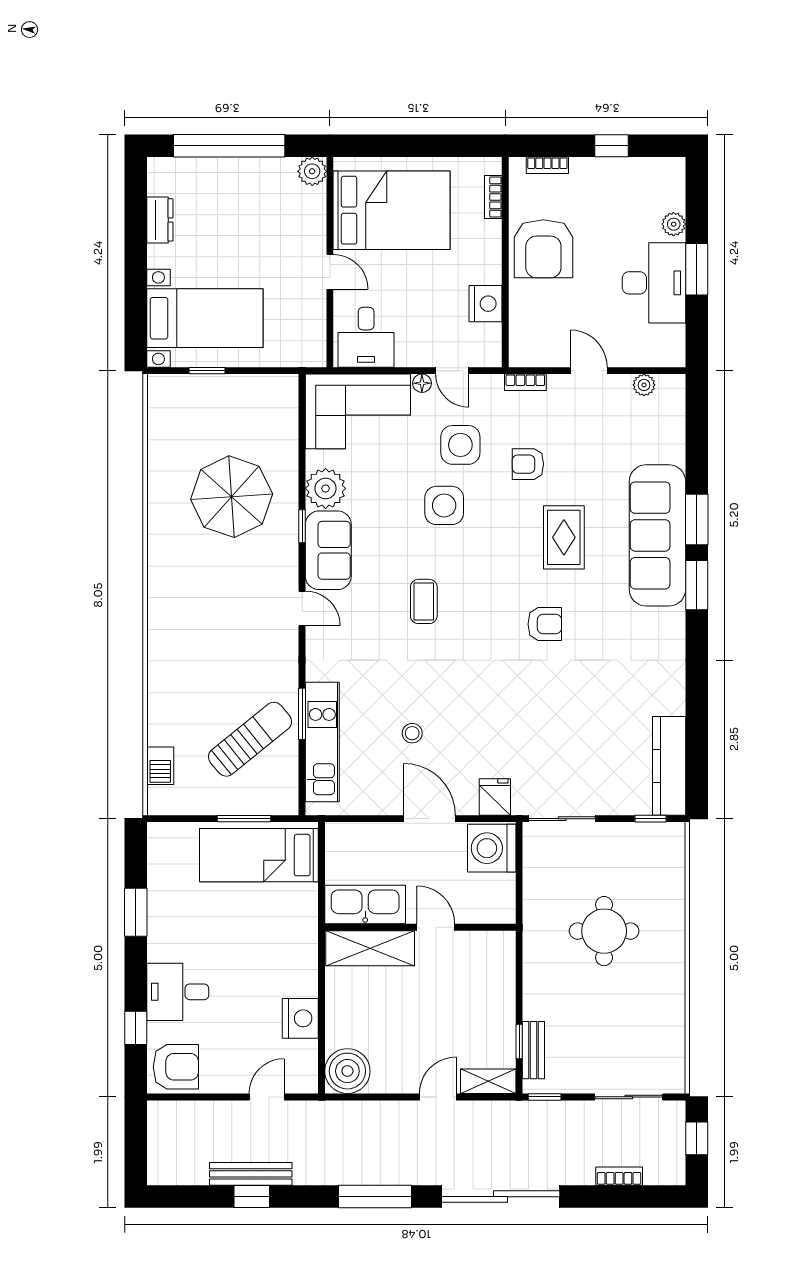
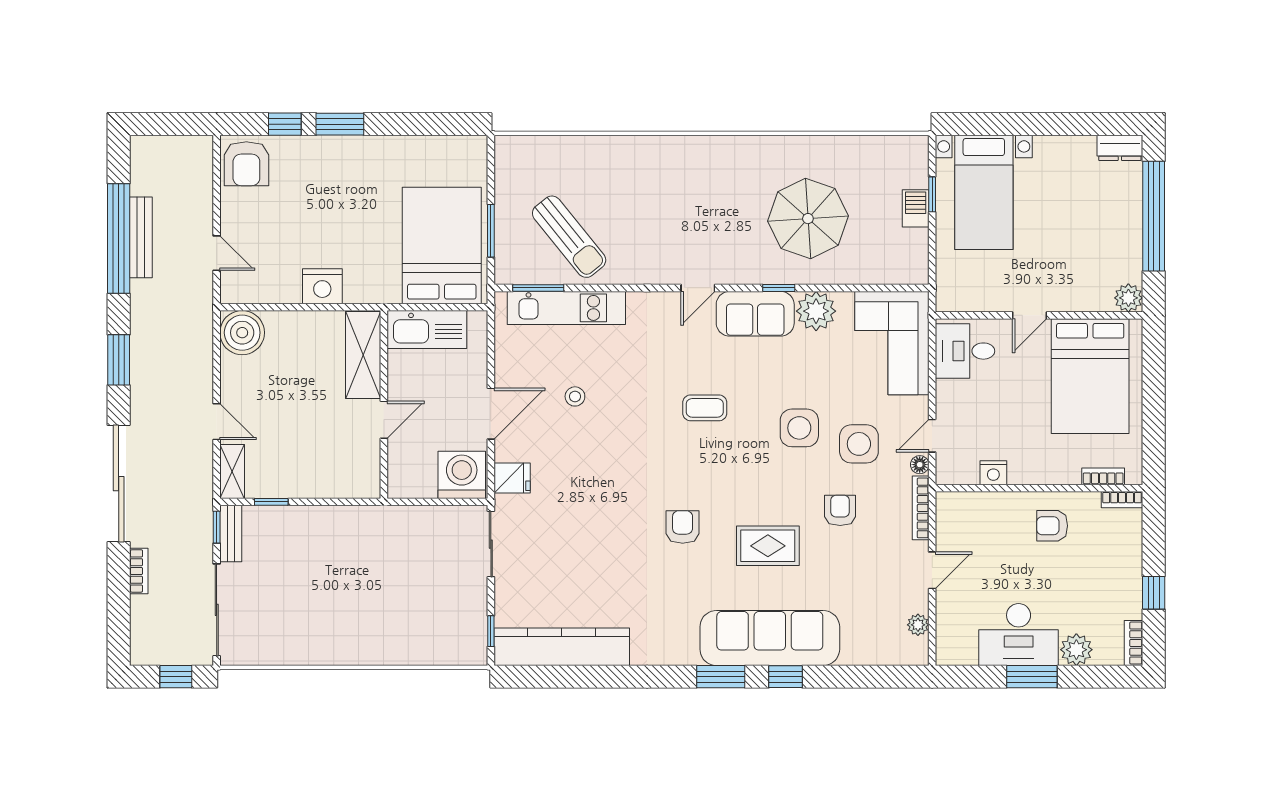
bookcase: (547, 165) -> (1122, 500), moved, turned -90
bookcase: (662, 166) -> (1134, 643), added
dresser: (160, 220) -> (1120, 148), moved
plant: (674, 224) -> (1076, 650), width x1.38, depth x1.38
armchair: (543, 249) -> (1052, 526), width x0.53, depth x0.53
nightstand: (486, 304) -> (993, 473), width x0.74, depth x0.75
bookcase: (525, 382) -> (921, 508), width x1.56
floor lamp: (422, 383) -> (920, 465), moved
window: (697, 519) -> (785, 677), width x0.67
armchair: (545, 624) -> (683, 527), turned 180
window: (302, 714) -> (538, 288), moved
barbecue: (160, 766) -> (916, 208), moved, turned 90
kitchen counter: (669, 766) -> (562, 647), width x1.39, depth x1.17
bed: (259, 855) -> (442, 246), width x1.50
kitchen sink: (365, 905) -> (427, 330), moved, turned 90
window: (136, 912) -> (340, 124), moved
round table: (604, 931) -> (380, 585), removed
desk: (178, 992) -> (320, 166), removed
nightstand: (300, 1018) -> (322, 286), moved
bench: (533, 1050) -> (231, 534), moved, turned 90
sliding door: (629, 1097) -> (217, 610), width x1.37
bookcase: (619, 1176) -> (139, 571), moved
window: (252, 1197) -> (119, 238), width x3.17
window: (375, 1197) -> (119, 360), width x0.69

